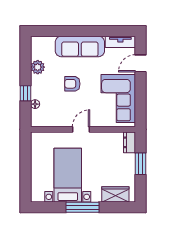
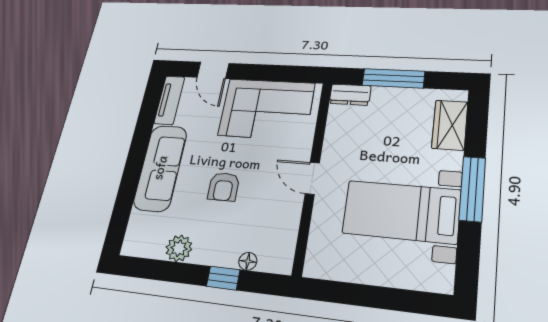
window: (141, 164) -> (393, 78), width x1.44

